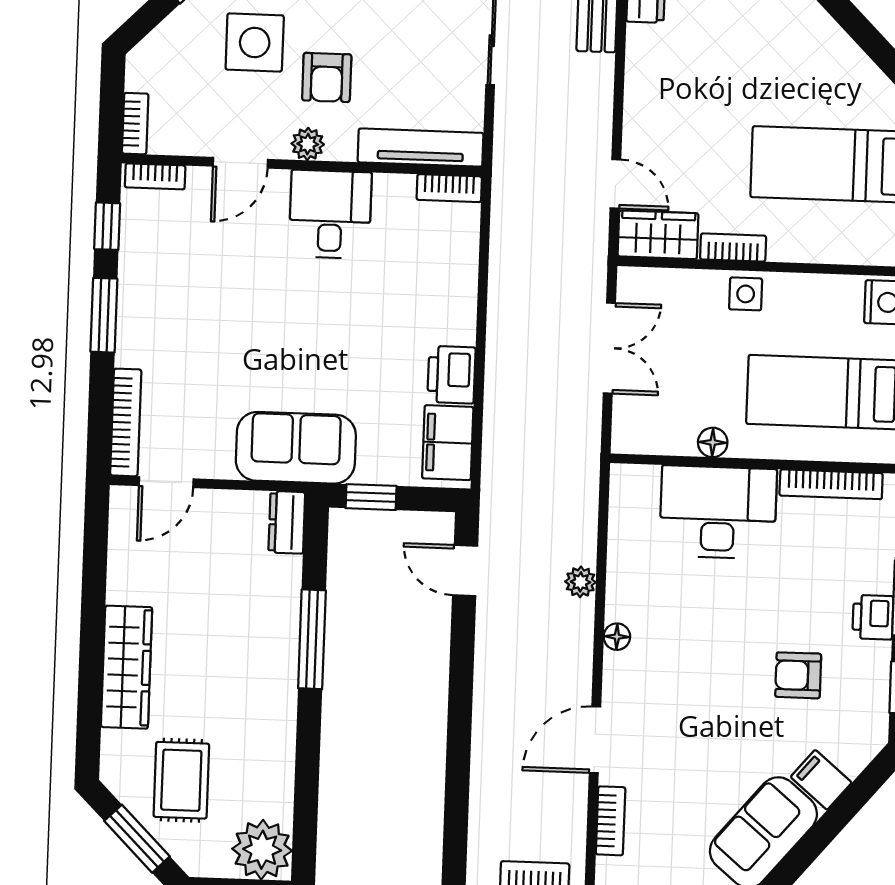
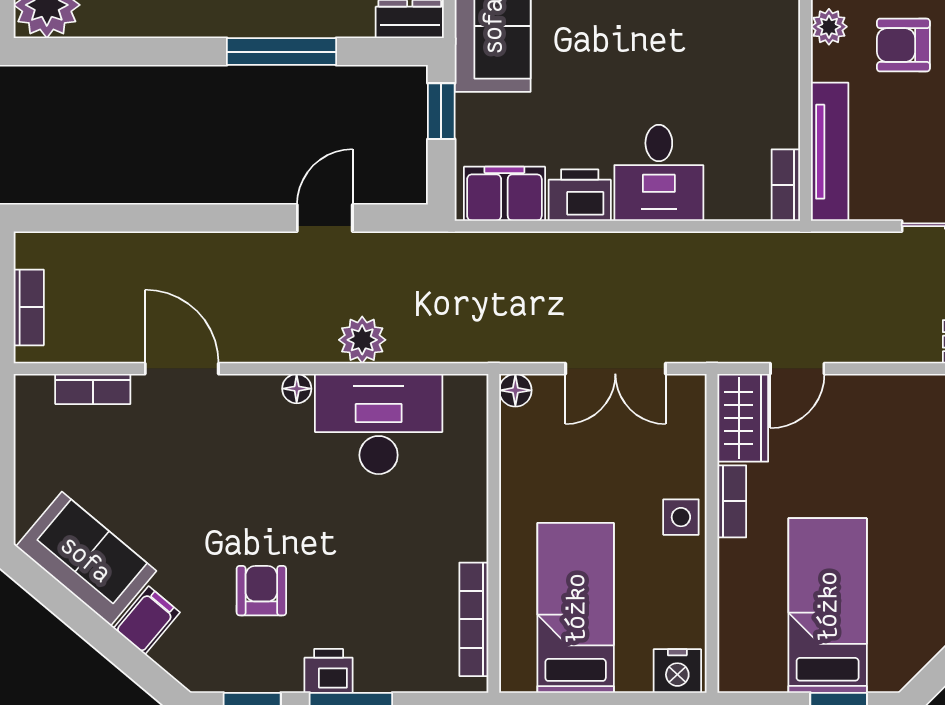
desk: (330, 214) -> (659, 173), moved, turned 90
floor lamp: (713, 442) -> (515, 390), moved
desk: (718, 512) -> (379, 424), moved, turned -90
door: (465, 571) -> (325, 218), moved
plant: (581, 582) -> (362, 340), width x1.38, depth x1.38

